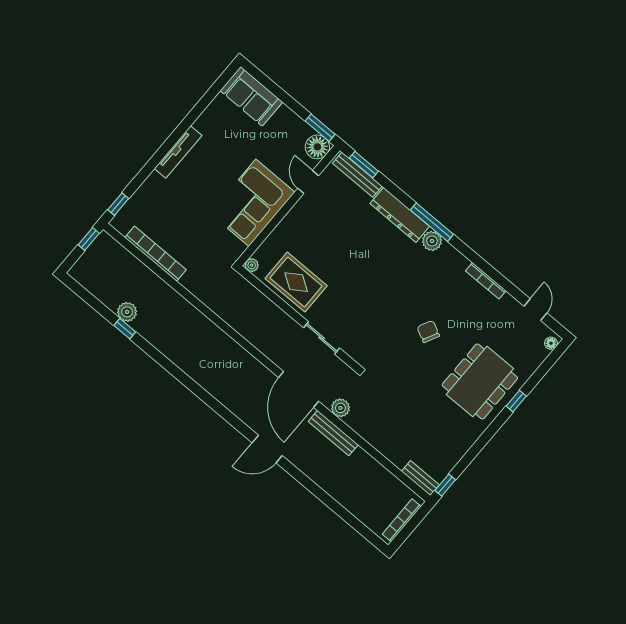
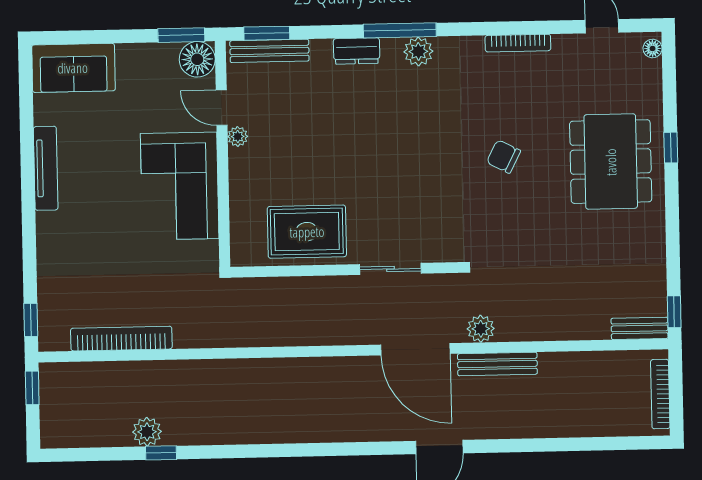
tv unit: (178, 152) -> (46, 168), moved
dresser: (400, 215) -> (357, 51), width x0.51, depth x0.80
plant: (252, 265) -> (238, 136), moved

